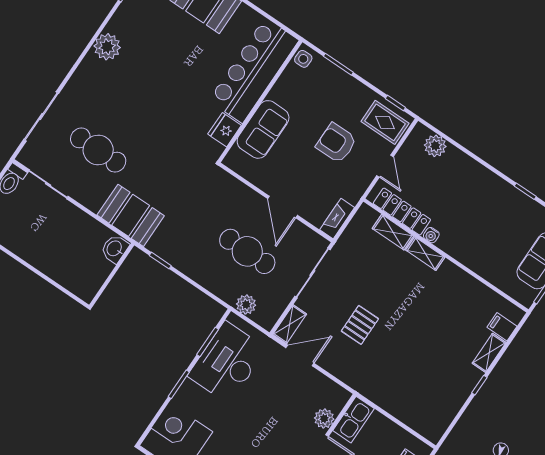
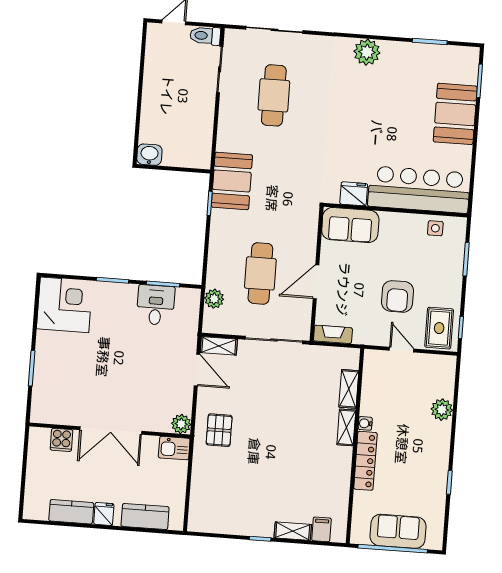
side table: (303, 59) -> (435, 228), moved
sofa: (263, 129) -> (350, 225), moved
armchair: (336, 143) -> (397, 296), turned 180
plant: (435, 146) -> (442, 410), moved
door: (385, 166) -> (402, 350), swing flipped
locker: (402, 211) -> (365, 461), moved
booth: (131, 215) -> (232, 181), moved
washbasin: (115, 249) -> (149, 155), moved
pallet: (360, 325) -> (219, 430), moved, turned 90
desk: (227, 362) -> (156, 305), width x0.53, depth x0.77
plant: (324, 419) -> (181, 424), moved
kitchen sink: (354, 420) -> (174, 448), width x0.73

